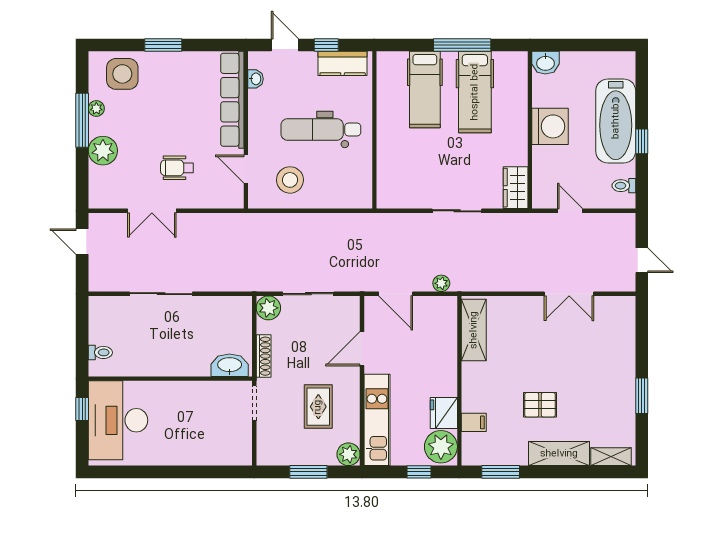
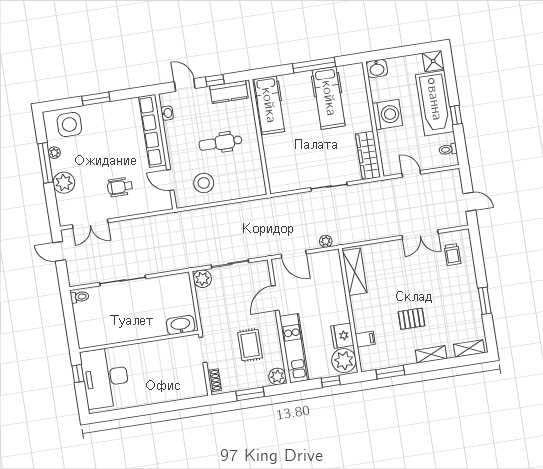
shower: (622, 64) -> (433, 61), added
hospital bed: (425, 90) -> (269, 105), moved
dental chair: (321, 129) -> (221, 143), width x0.73, depth x0.72
wardrobe: (516, 188) -> (368, 155), width x1.50
double door: (152, 211) -> (90, 224), moved
trolley: (608, 327) -> (452, 255), added
toilet: (100, 352) -> (80, 297), moved
shoe rack: (264, 356) -> (214, 380), moved, width x0.70
shelving: (559, 454) -> (431, 354), width x0.67, depth x0.75

